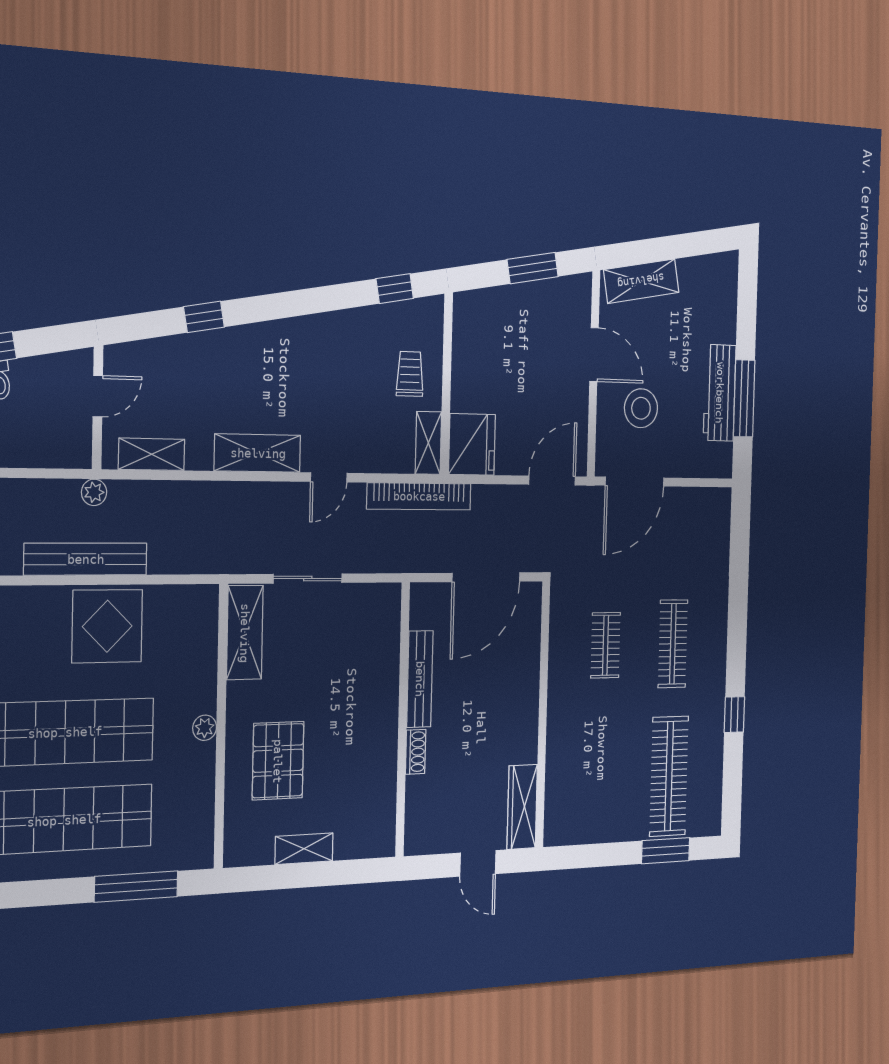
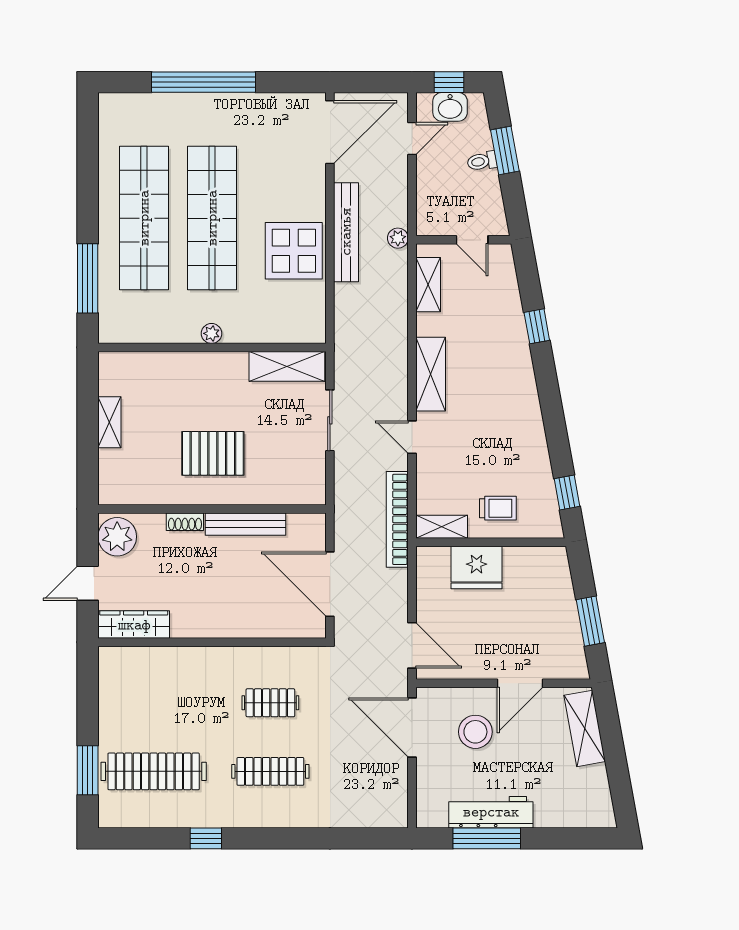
fridge: (472, 444) -> (477, 568), moved
pallet: (278, 761) -> (213, 453), moved
plant: (430, 832) -> (117, 537), added

